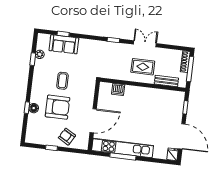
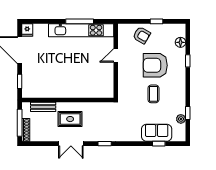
dishwasher: (118, 89) -> (93, 92), removed
floor lamp: (34, 108) -> (180, 42), moved
door: (93, 121) -> (116, 55), width x0.53

